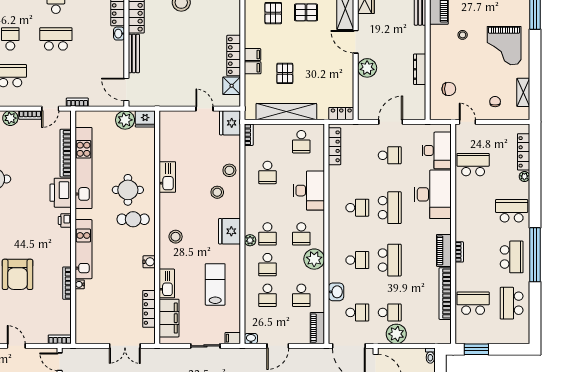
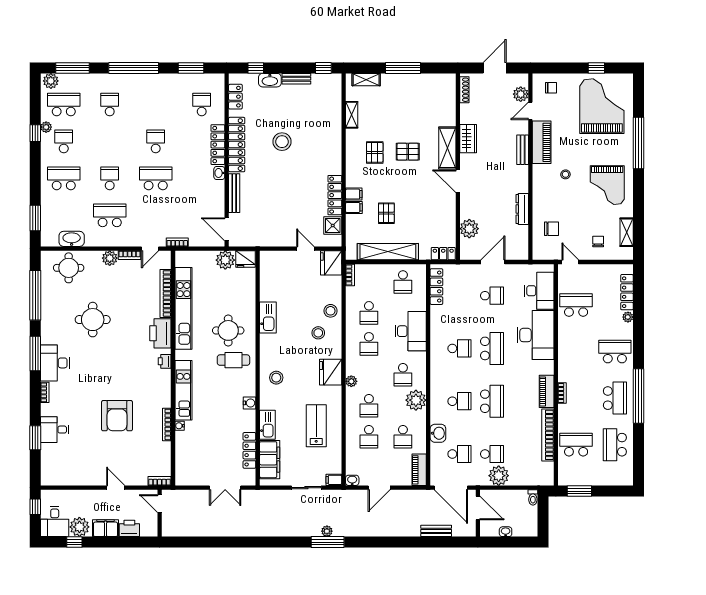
plant: (367, 68) -> (469, 229), moved
school desk: (267, 234) -> (369, 344), moved

